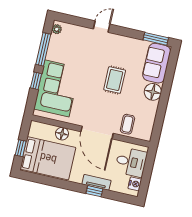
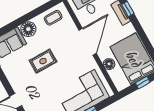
coffee table: (127, 124) -> (53, 18), moved

